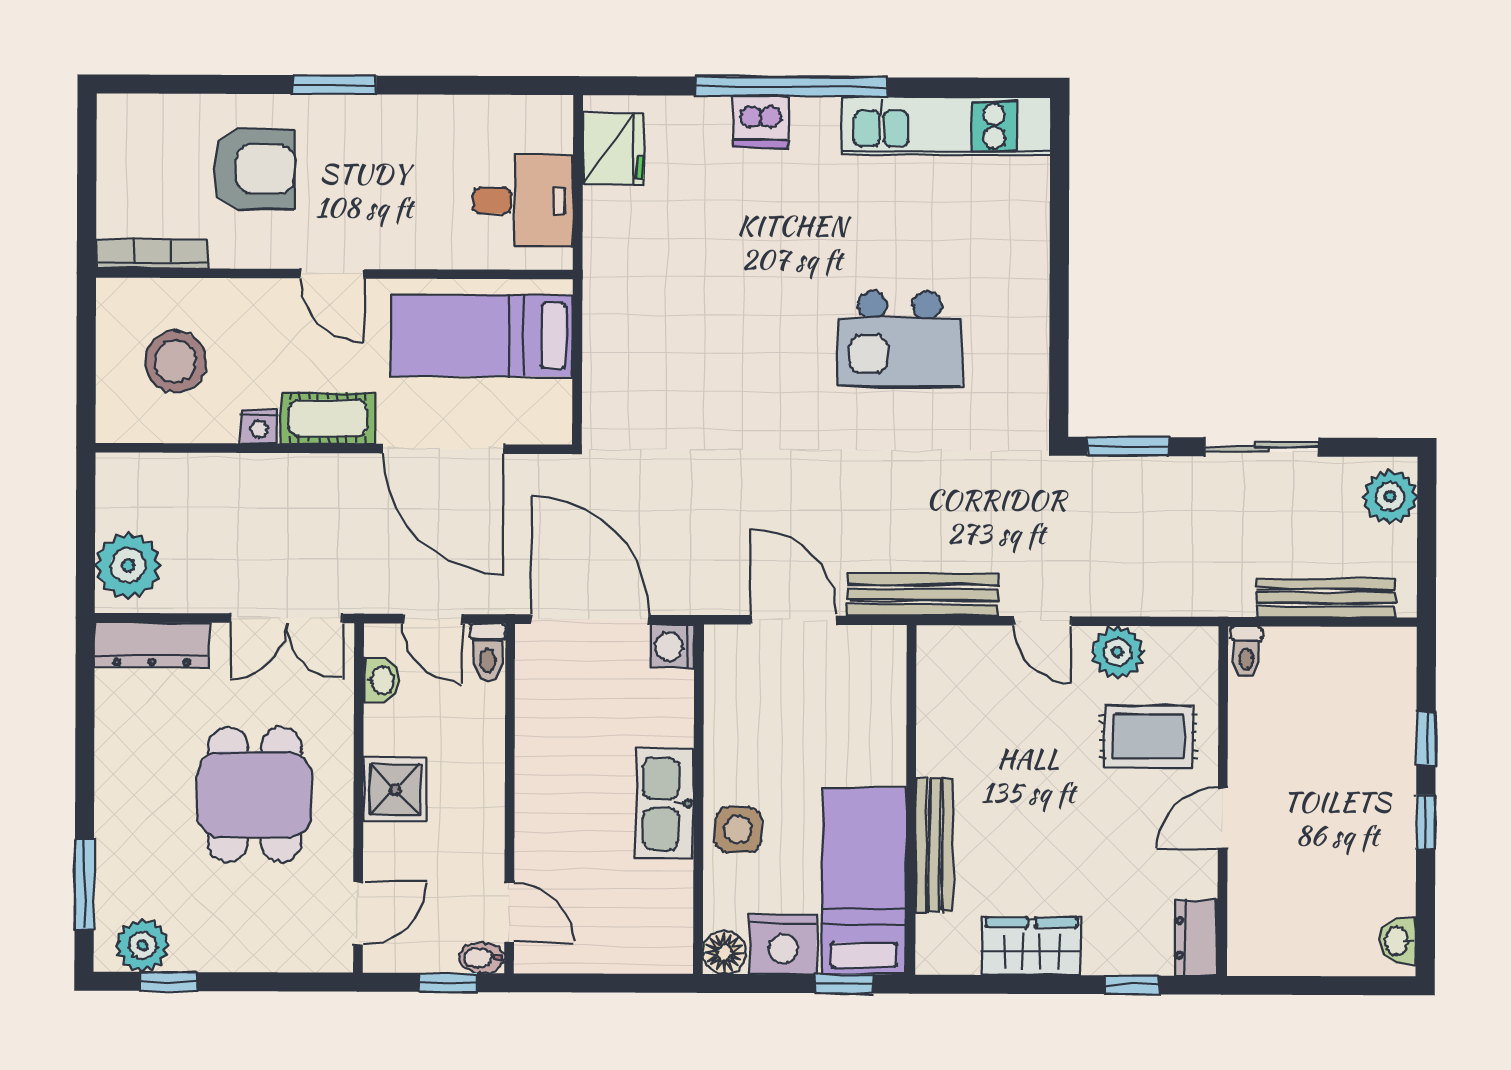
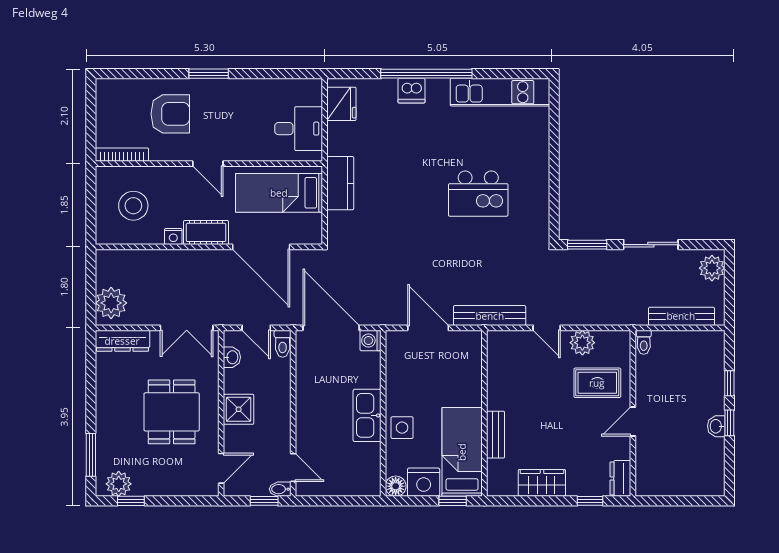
kitchen counter: (610, 316) -> (340, 183), added
bench: (934, 845) -> (496, 435), width x0.73
washbasin: (1398, 941) -> (716, 426), moved

